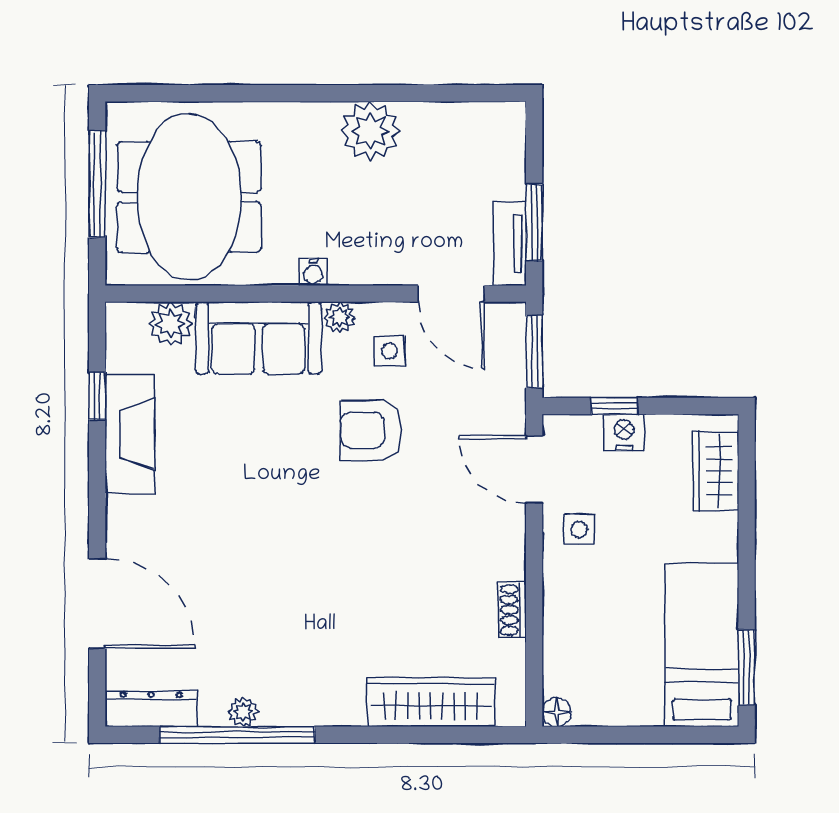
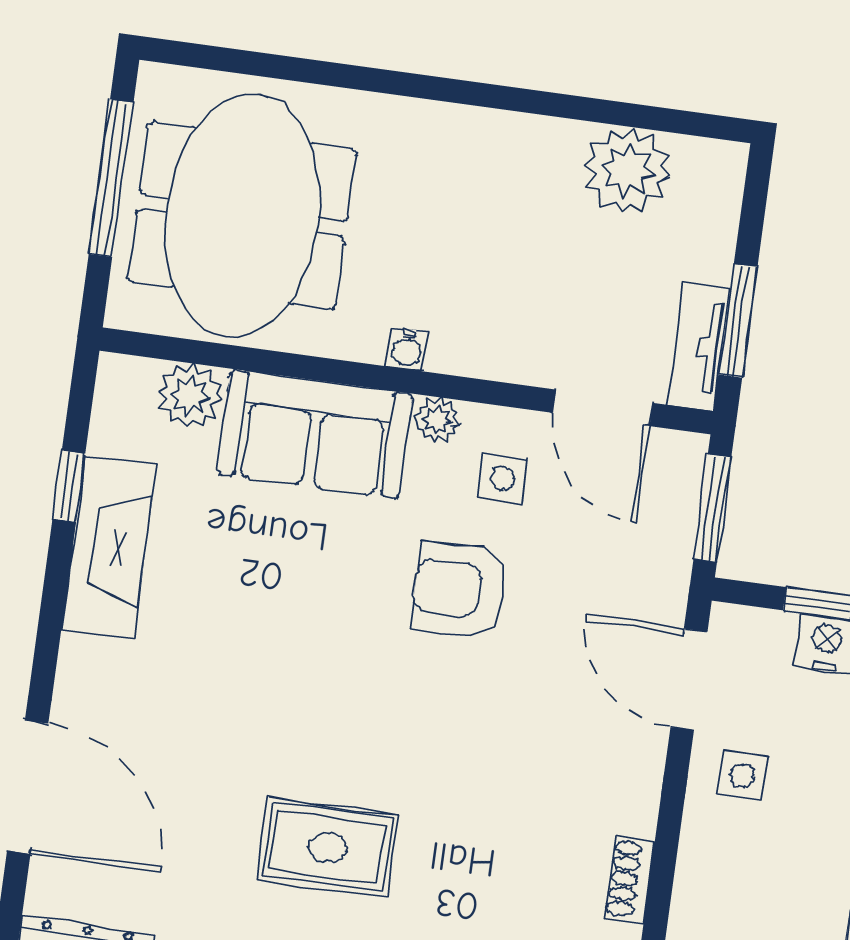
plant: (370, 131) -> (627, 170), moved
rug: (305, 616) -> (327, 847), added

